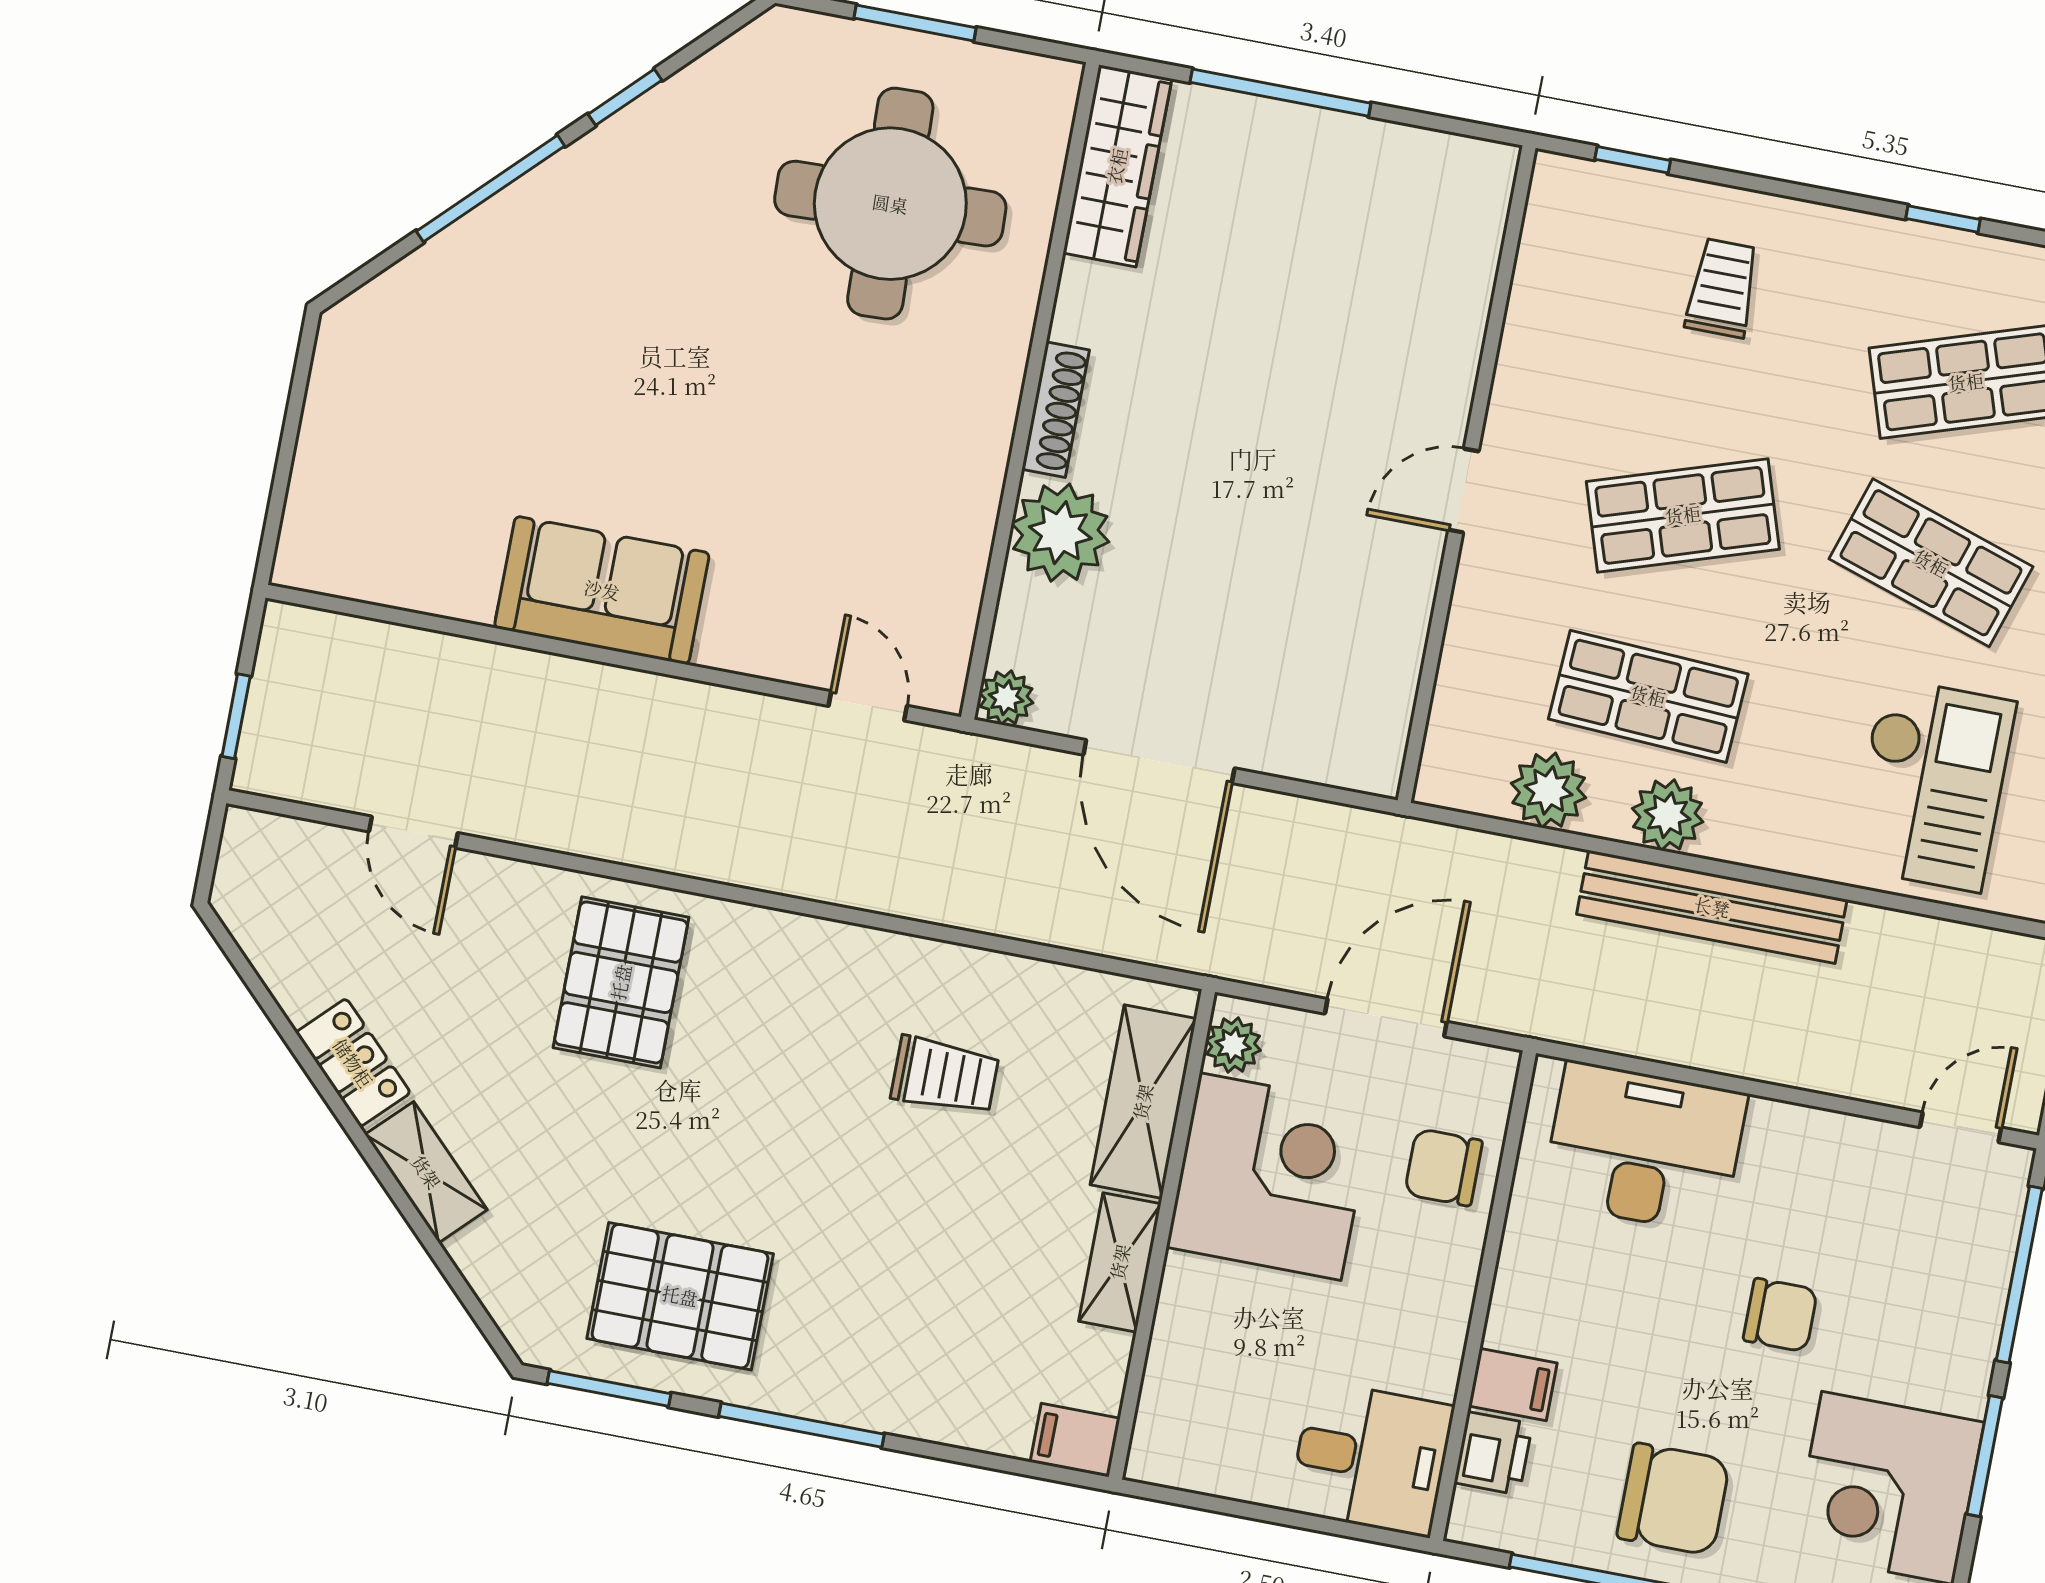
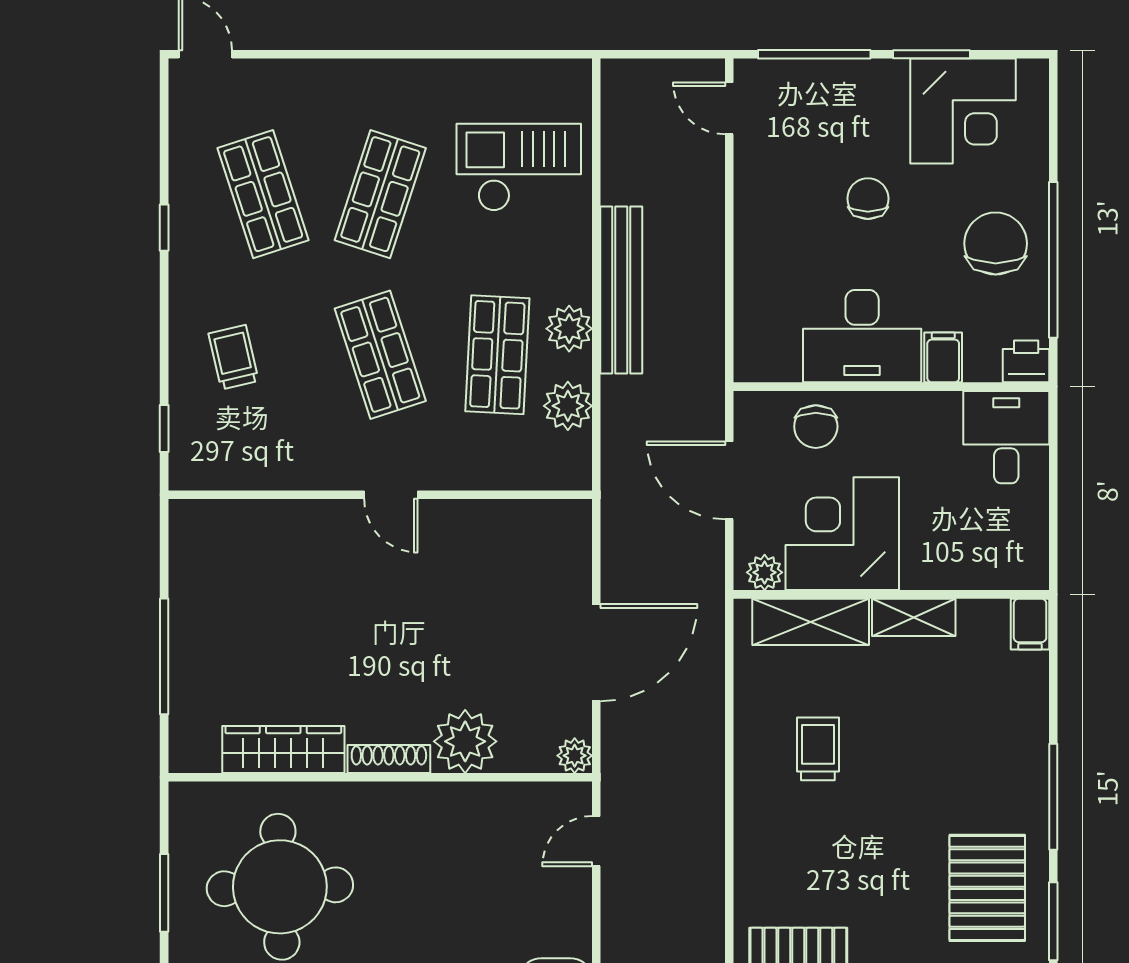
wardrobe: (1117, 166) -> (283, 749), moved
trolley: (1722, 288) -> (234, 357), turned 77
desk: (1644, 1148) -> (862, 336), moved, turned -90
printer: (1493, 1453) -> (1026, 361), moved

